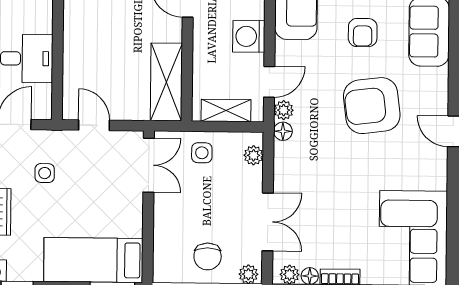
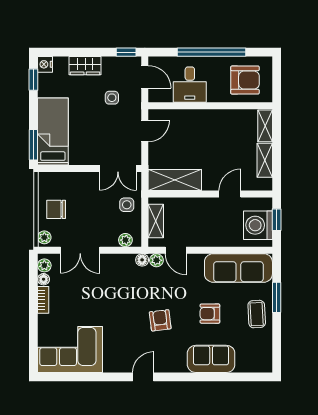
washing machine: (249, 36) -> (206, 236), removed
armchair: (372, 106) -> (160, 320), width x0.53, depth x0.53

